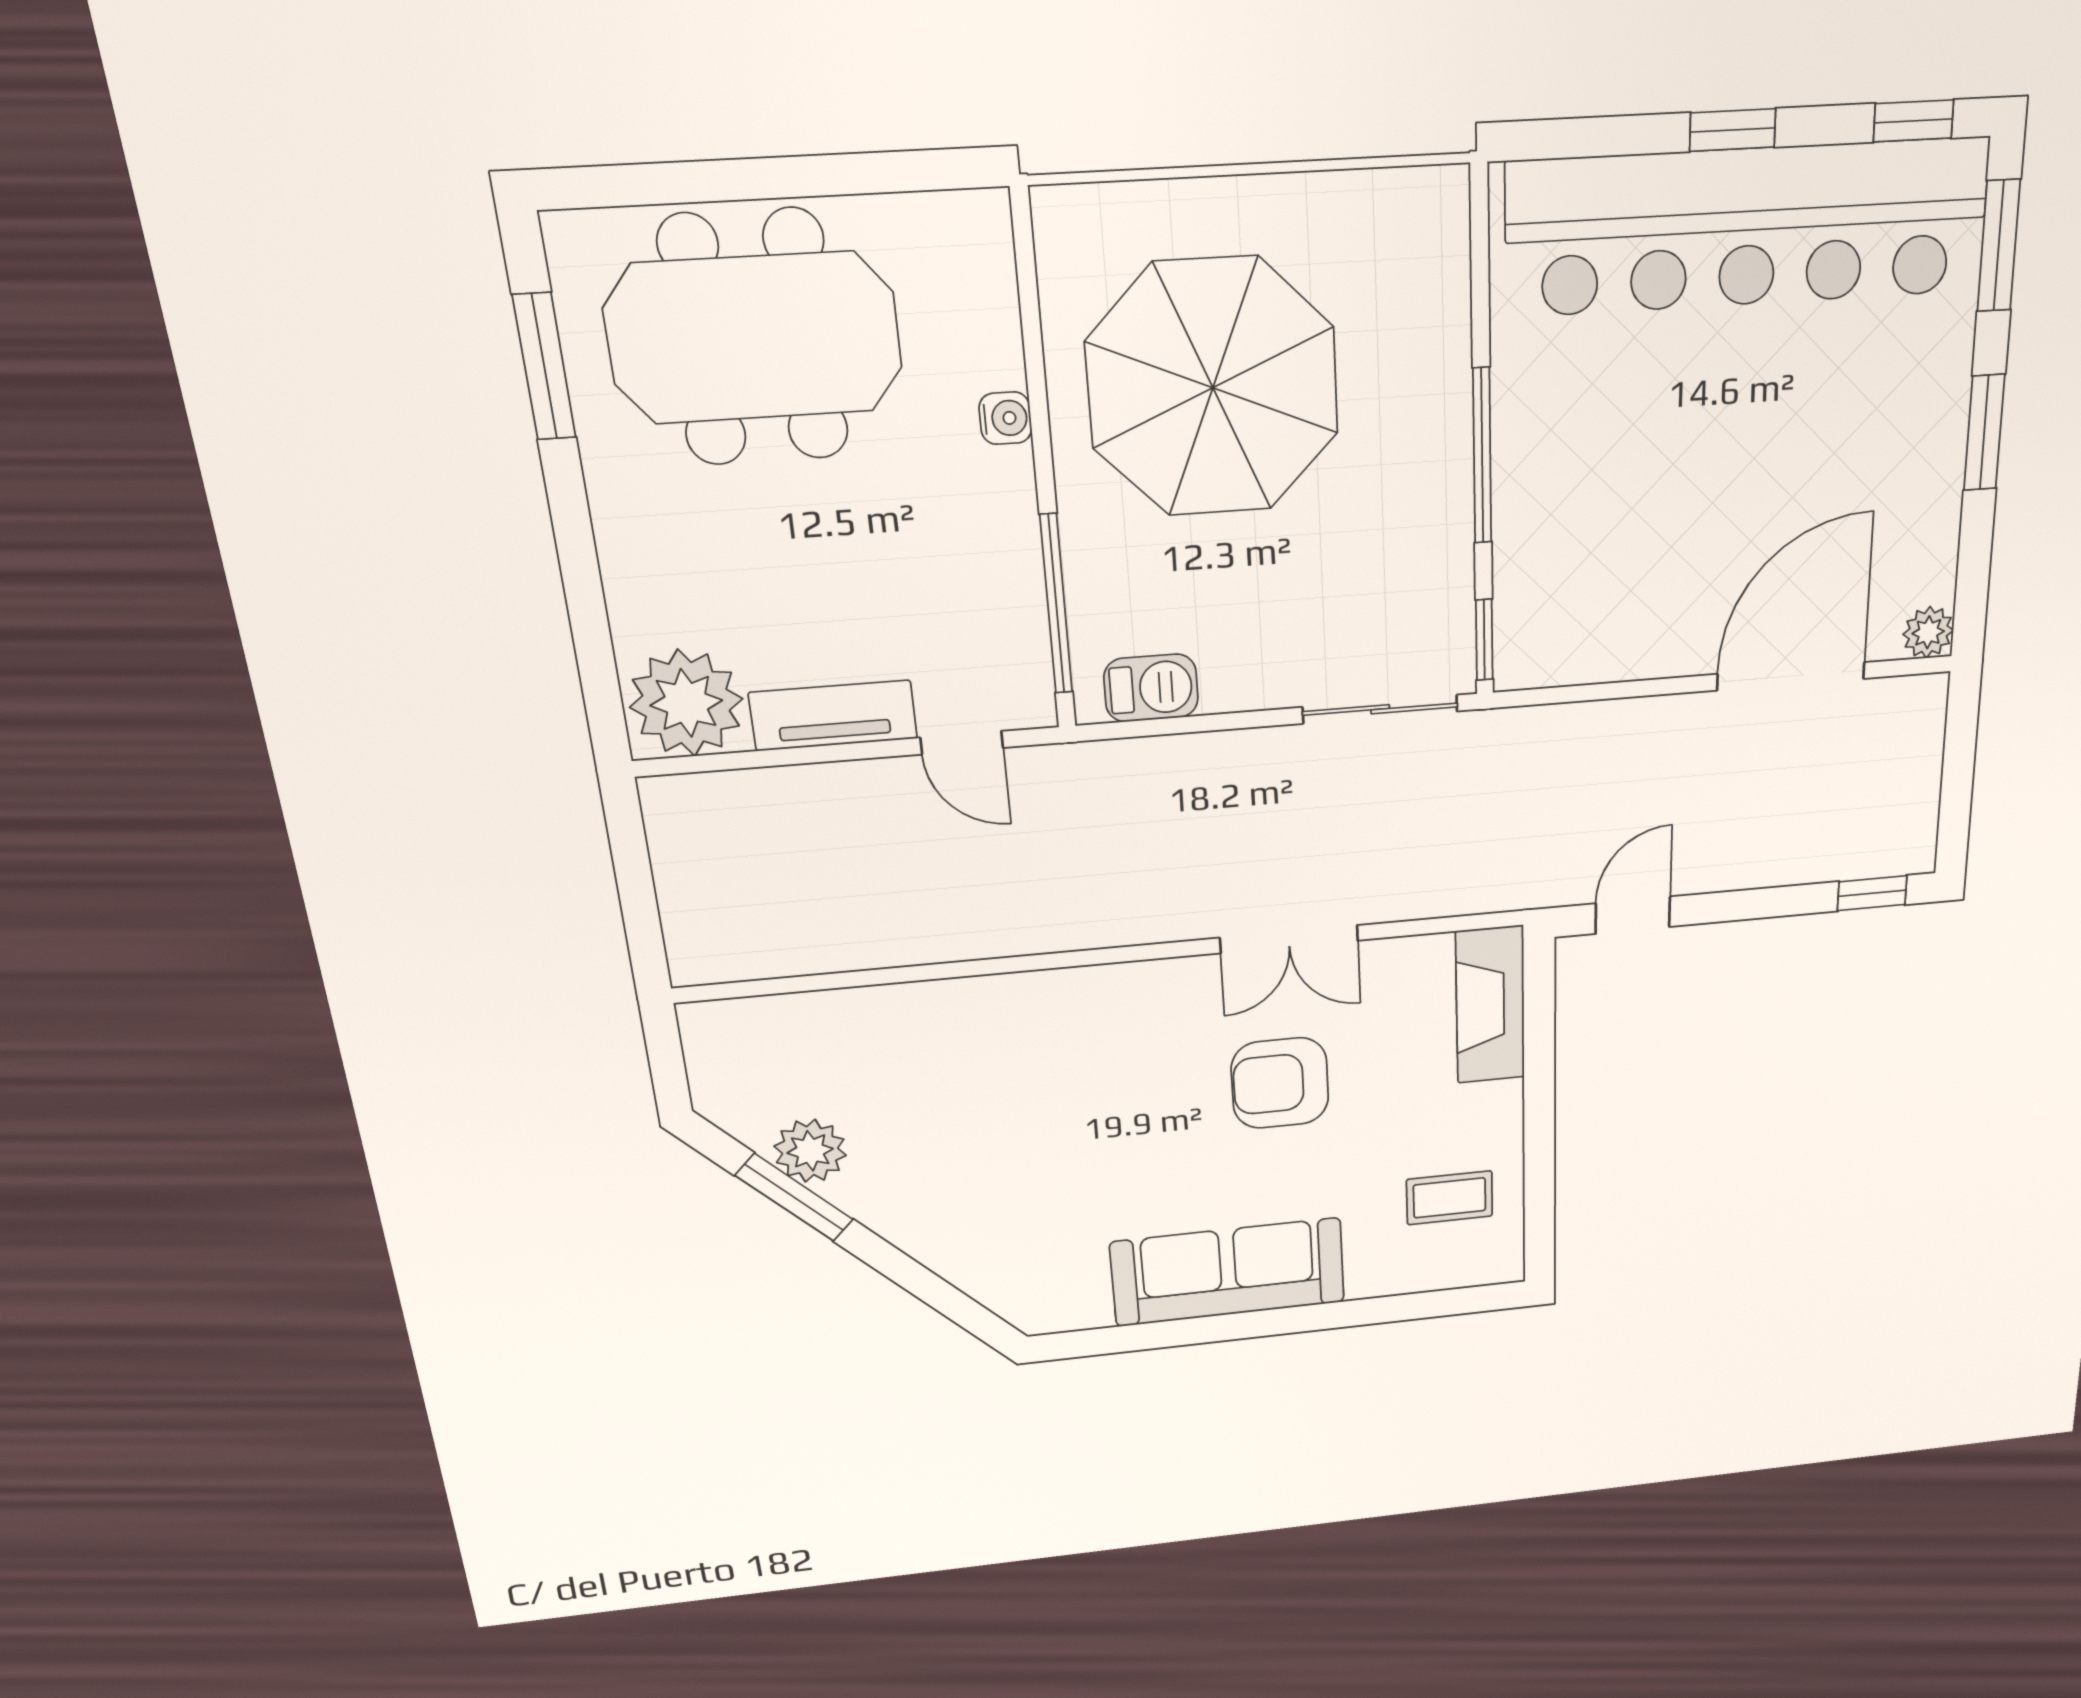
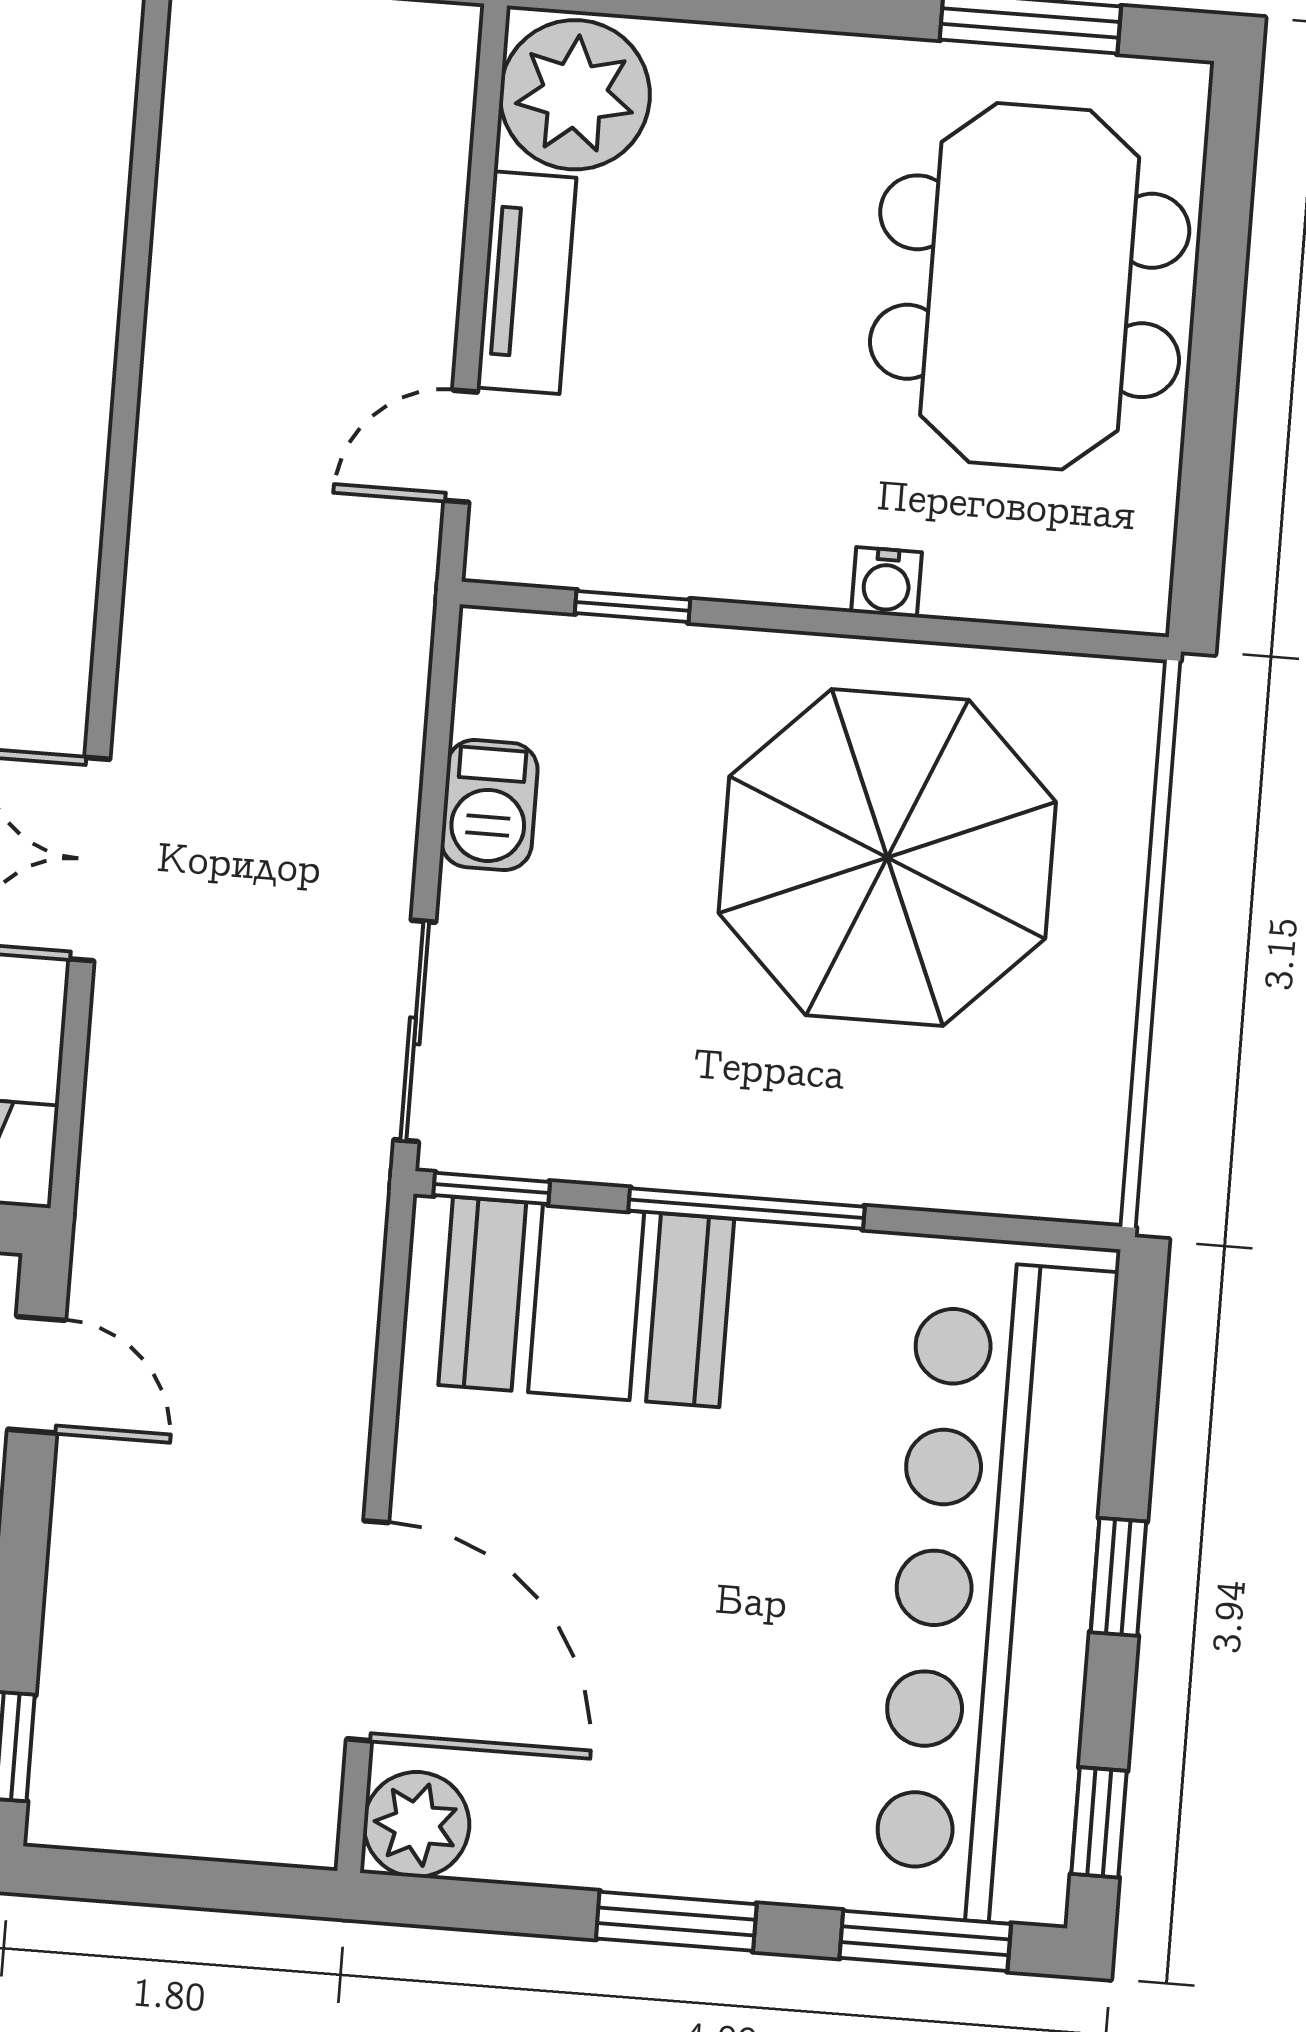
booth: (1558, 562) -> (586, 1302), added
window: (1056, 604) -> (633, 606), width x0.46
plant: (1928, 632) -> (416, 1824), width x1.38, depth x1.38
barbecue: (1151, 688) -> (489, 805), moved

